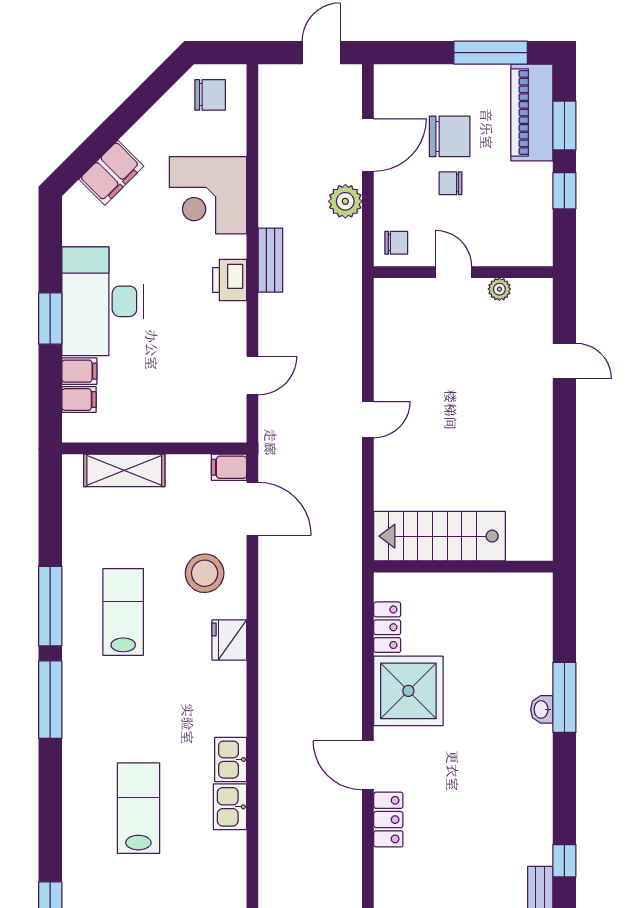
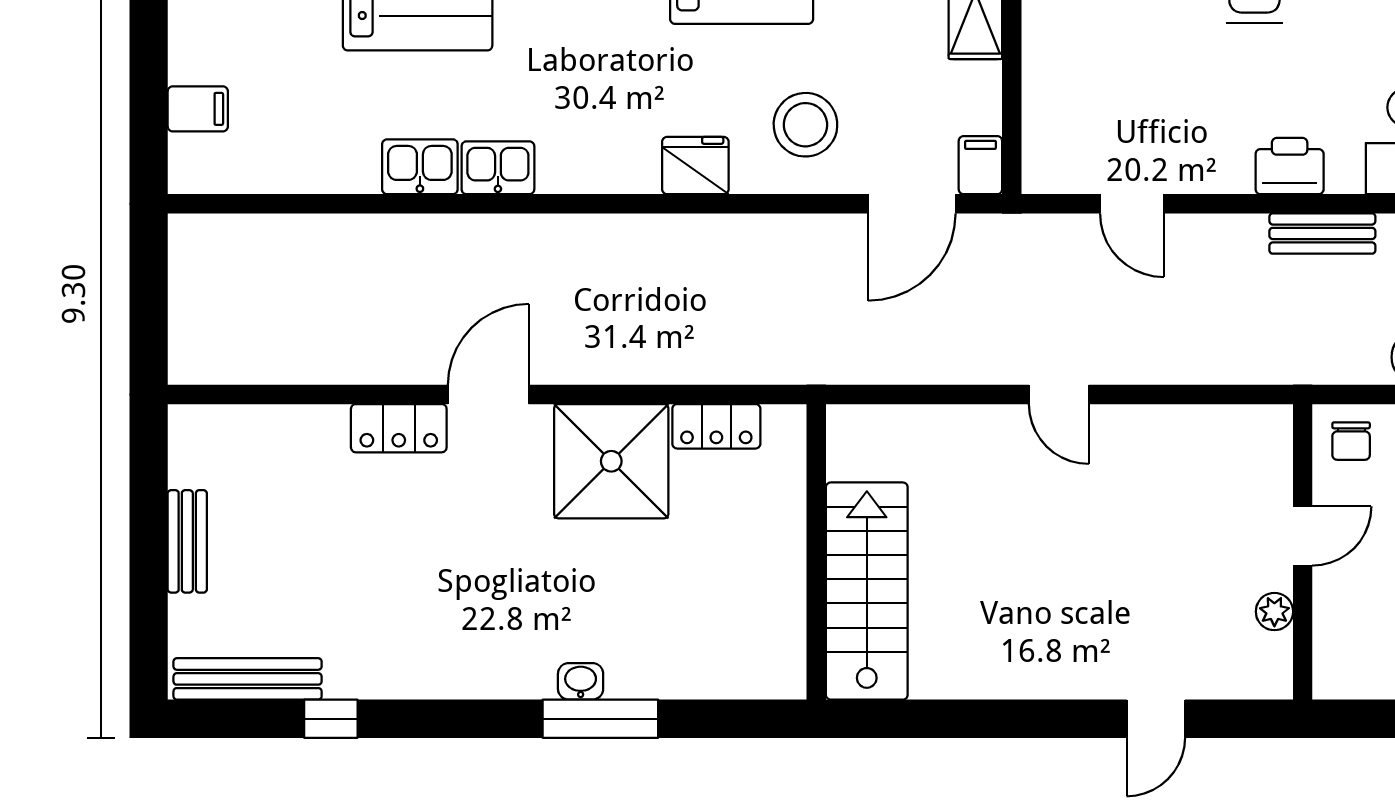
stairs: (440, 536) -> (867, 591), moved

